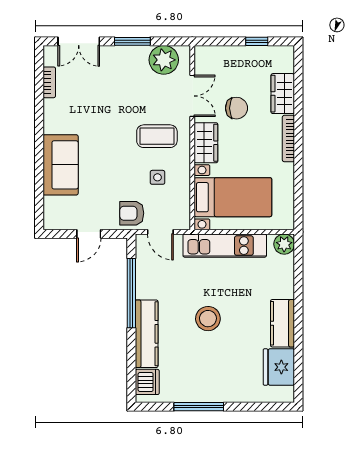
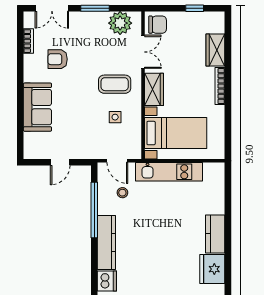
chair: (236, 108) -> (158, 25), moved
armchair: (132, 213) -> (58, 59), moved
plant: (284, 244) -> (217, 171), removed
stool: (208, 319) -> (122, 193), moved, width x0.53, depth x0.53

